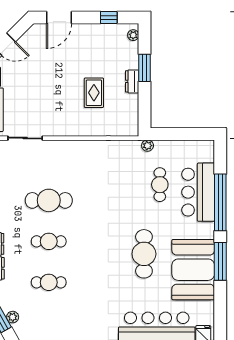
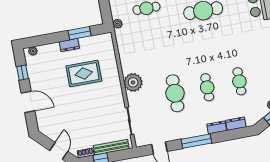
door: (59, 18) -> (28, 102), moved
window: (145, 68) -> (80, 33), moved
rug: (94, 93) -> (84, 73), width x1.36, depth x1.43
plant: (72, 151) -> (133, 82), added

